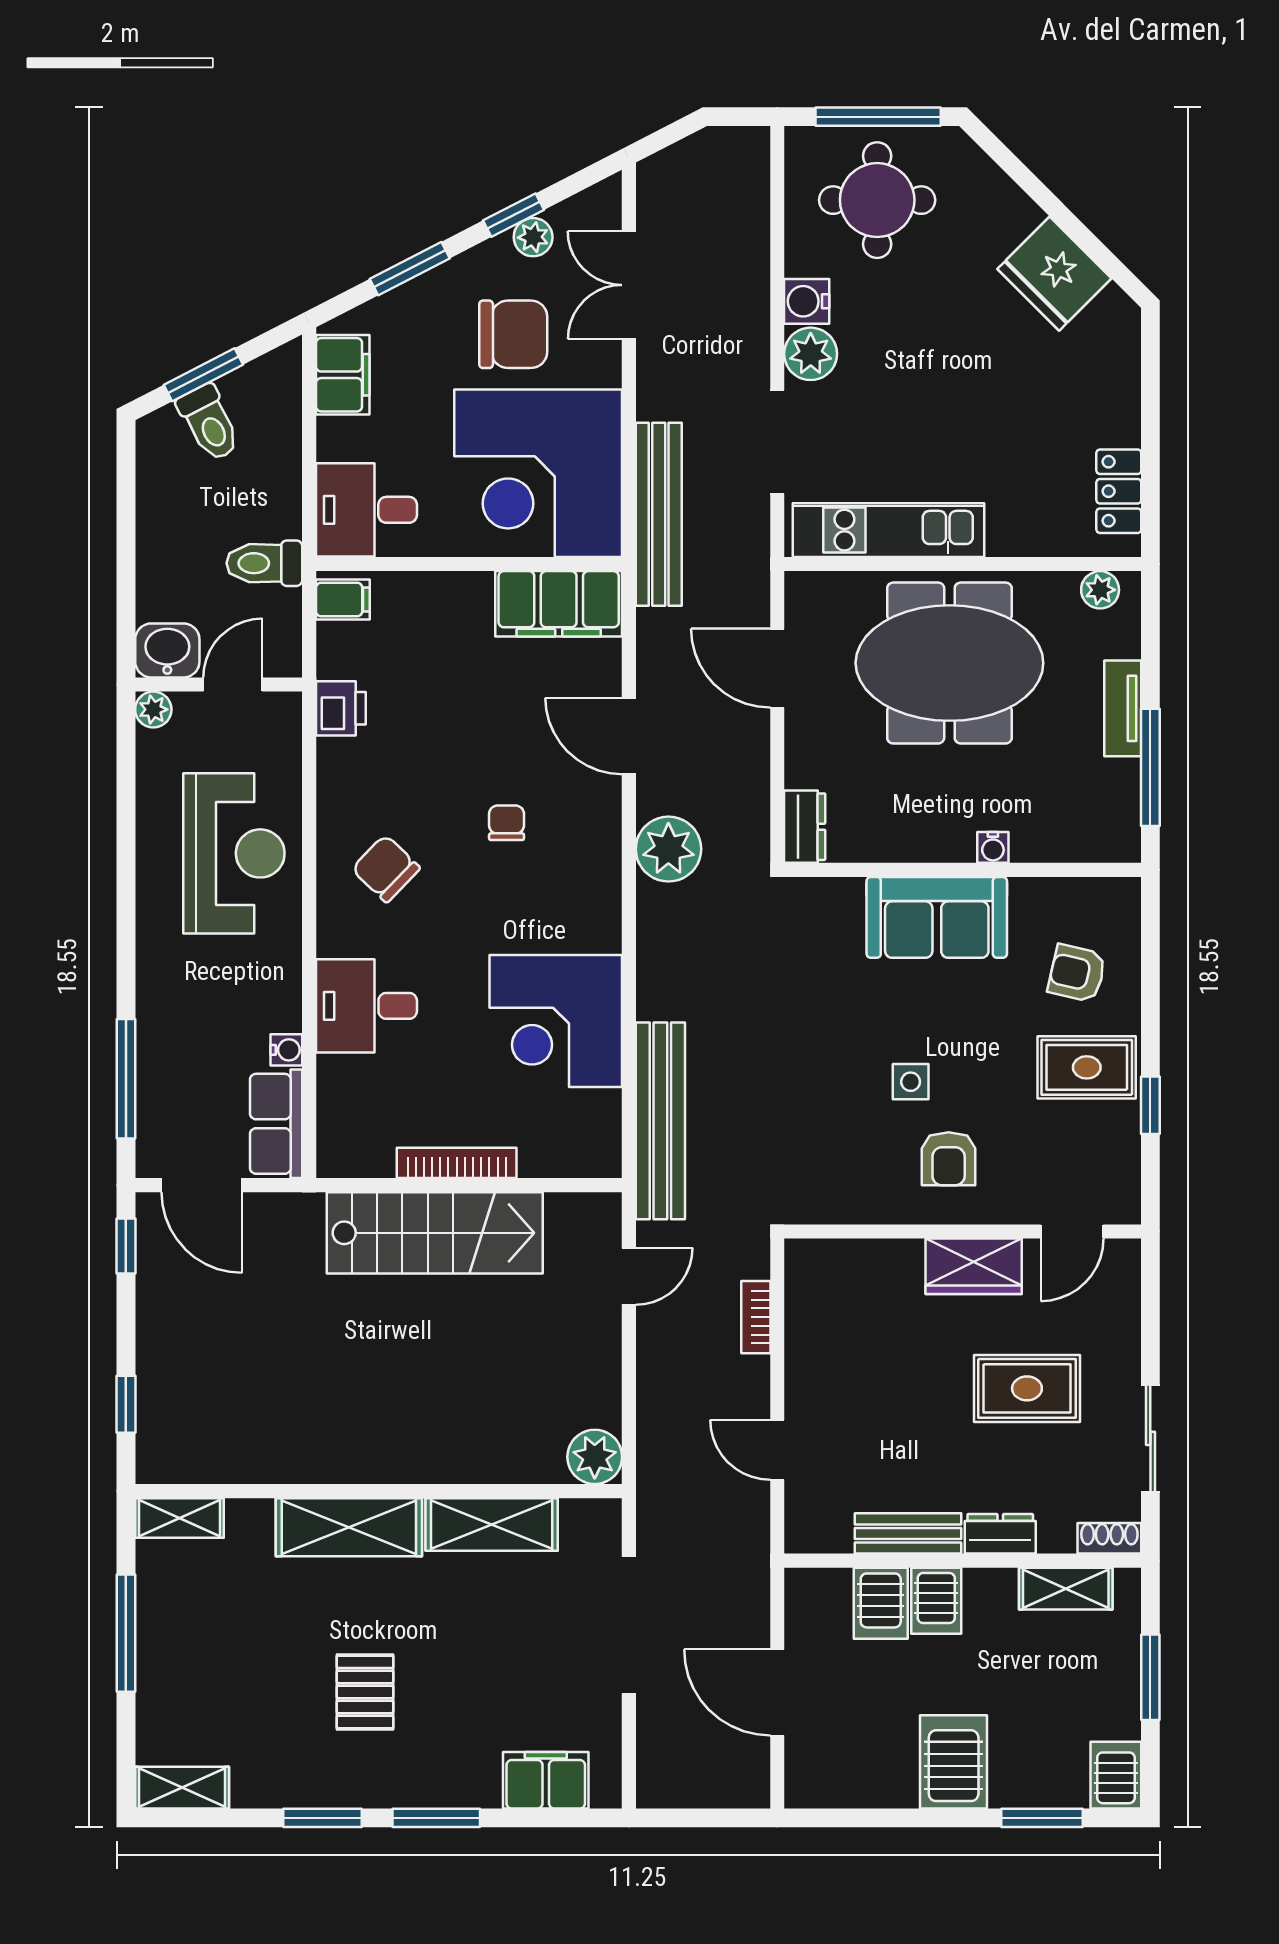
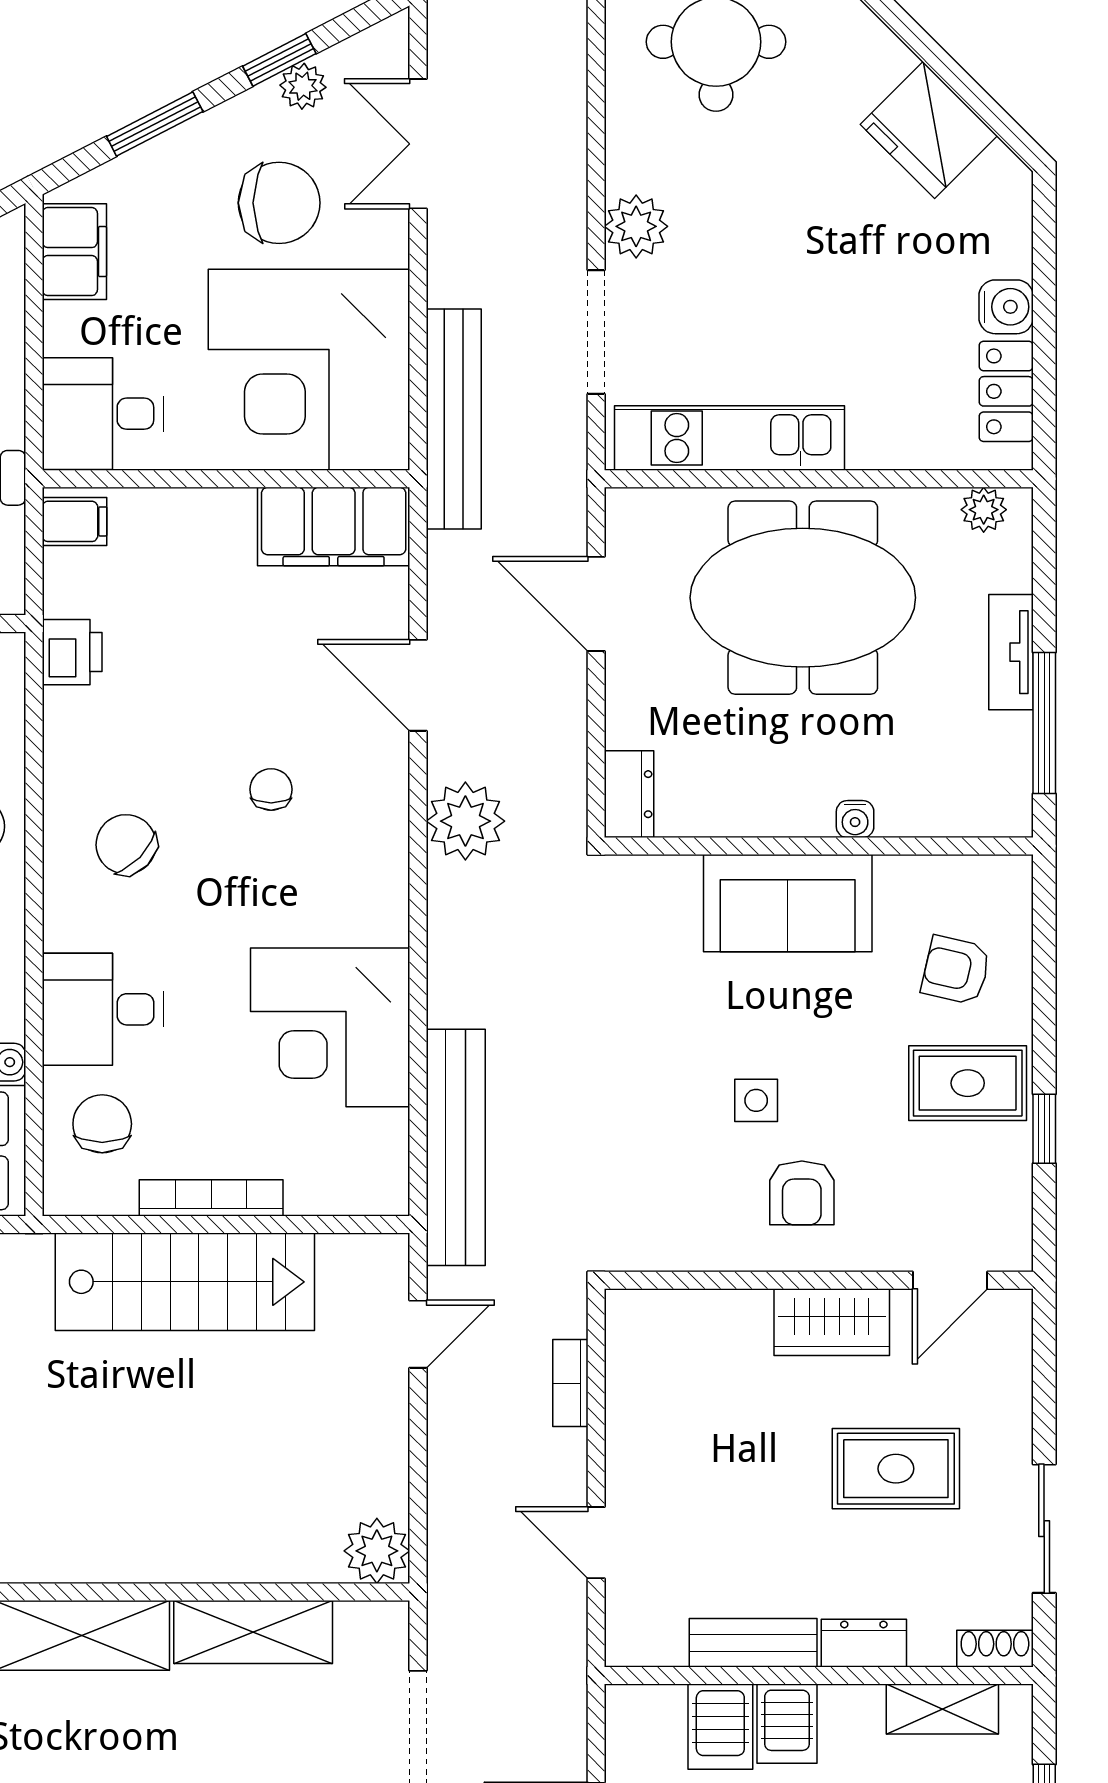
water cooler: (807, 301) -> (1006, 307), moved, turned 180
chair: (366, 1101) -> (102, 1124), added

